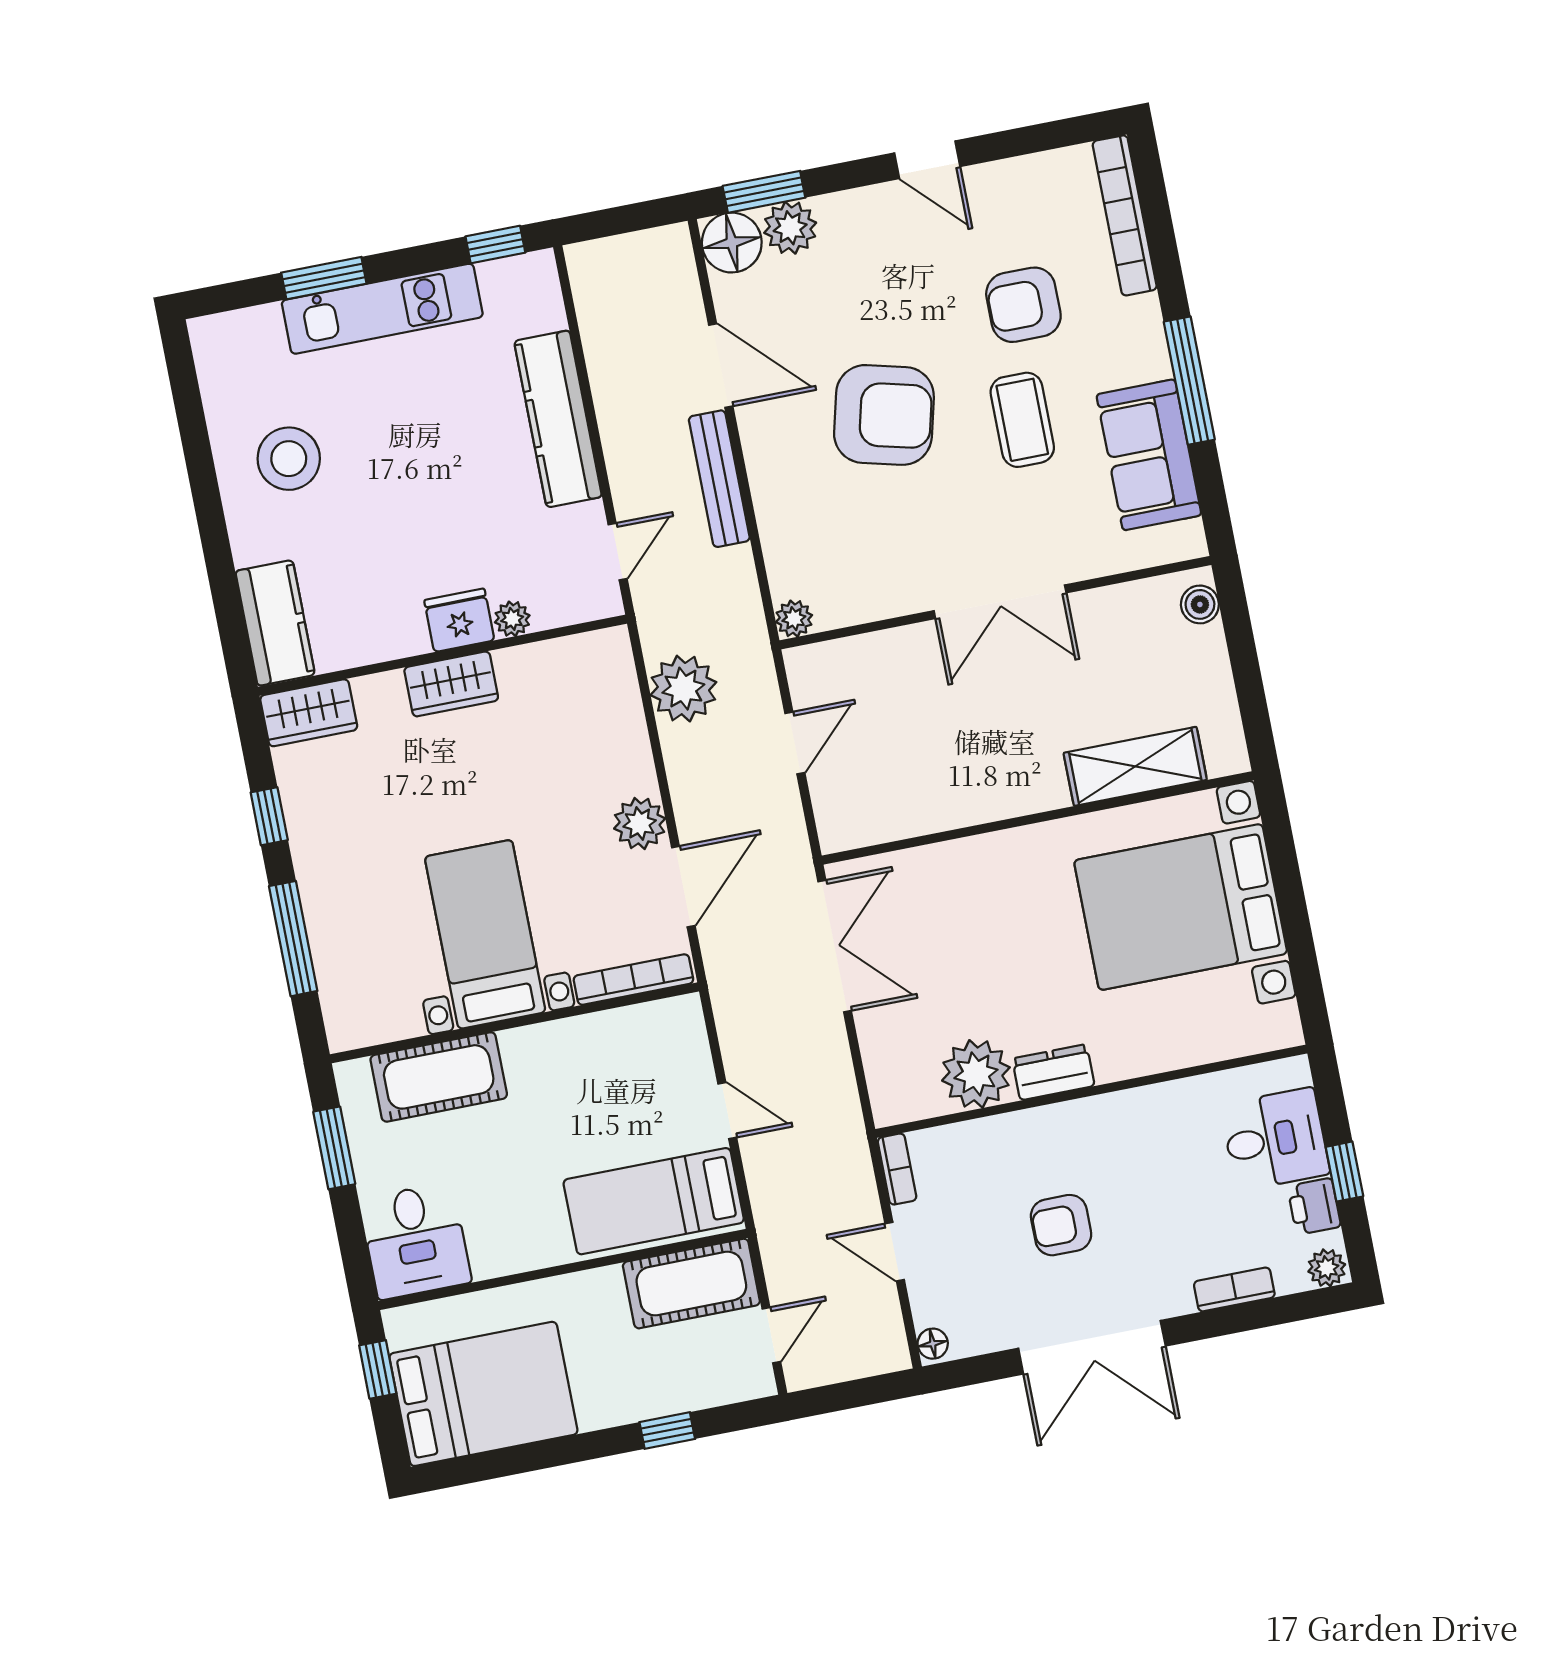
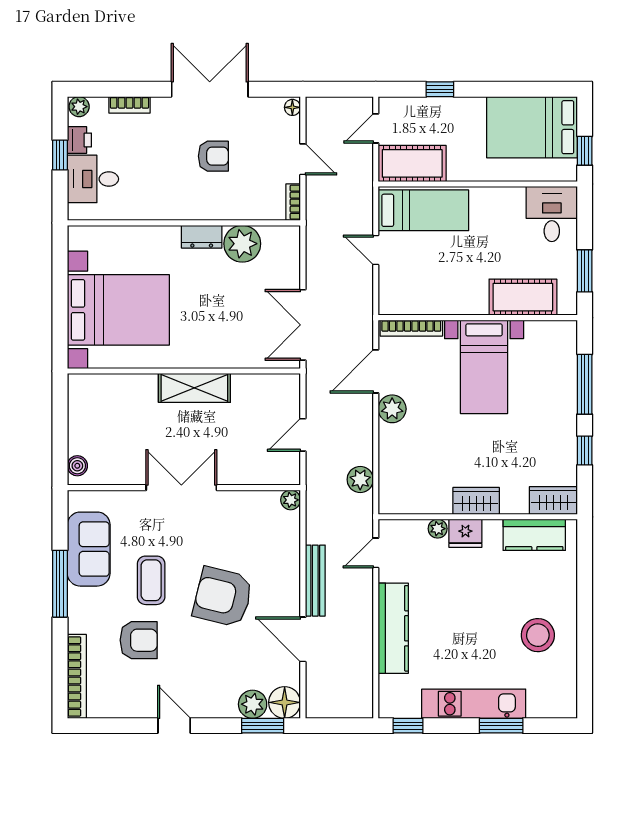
kitchen counter: (275, 623) -> (534, 535), moved, turned -90
plant: (683, 689) -> (360, 480), width x0.73, depth x0.73
shelving: (1135, 766) -> (194, 388), moved

